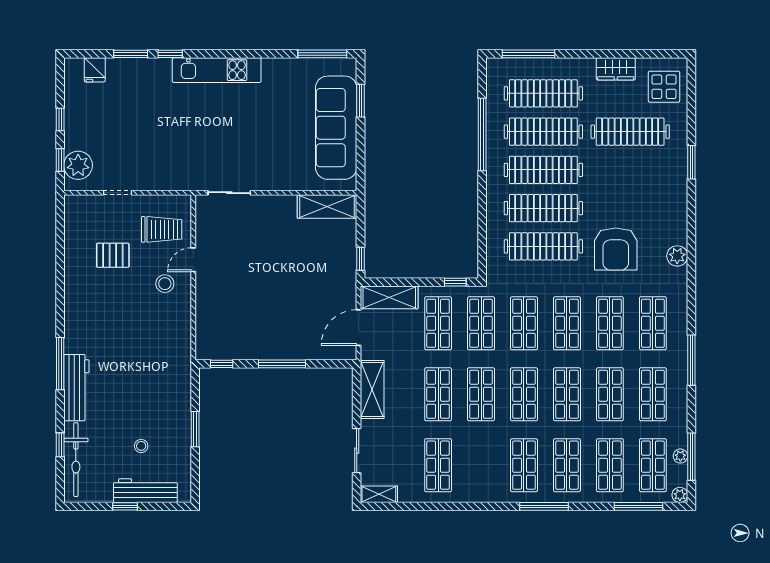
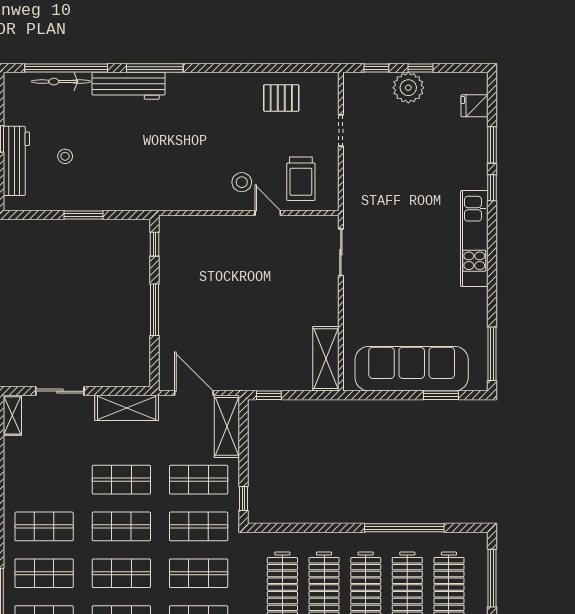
plant: (78, 165) -> (408, 88), moved
pallet: (113, 255) -> (281, 98), moved, turned 90
window: (60, 445) -> (66, 68), width x3.17
bicycle: (76, 460) -> (61, 82), width x0.73, depth x0.71
shop shelf: (438, 465) -> (44, 526), moved

